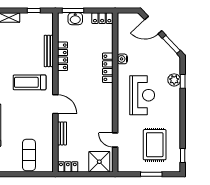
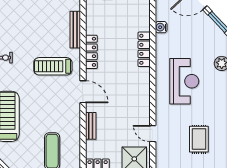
locker: (62, 56) -> (91, 52), moved
water cooler: (122, 59) -> (161, 27), moved
rug: (155, 145) -> (199, 139), width x0.73, depth x0.70

